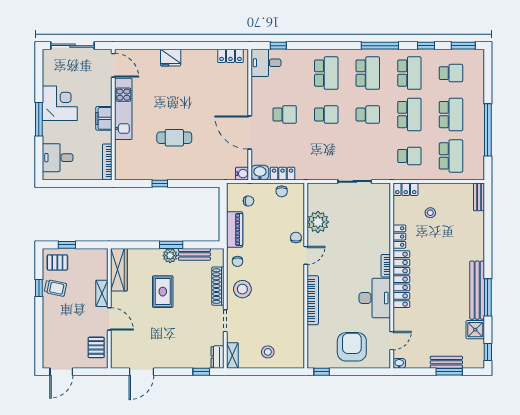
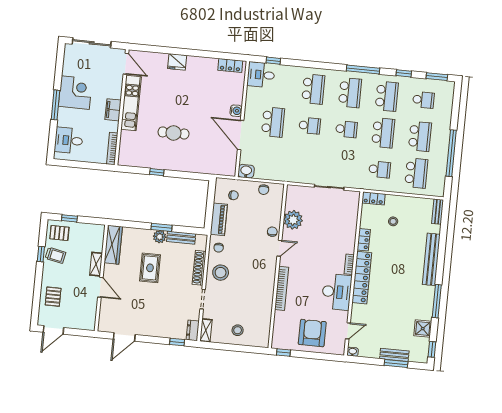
school desk: (285, 115) -> (273, 122), width x1.85
water cooler: (242, 174) -> (236, 111), moved
locker: (283, 174) -> (266, 174), removed
bench: (477, 290) -> (431, 259), moved
pallet: (96, 347) -> (53, 297), moved

